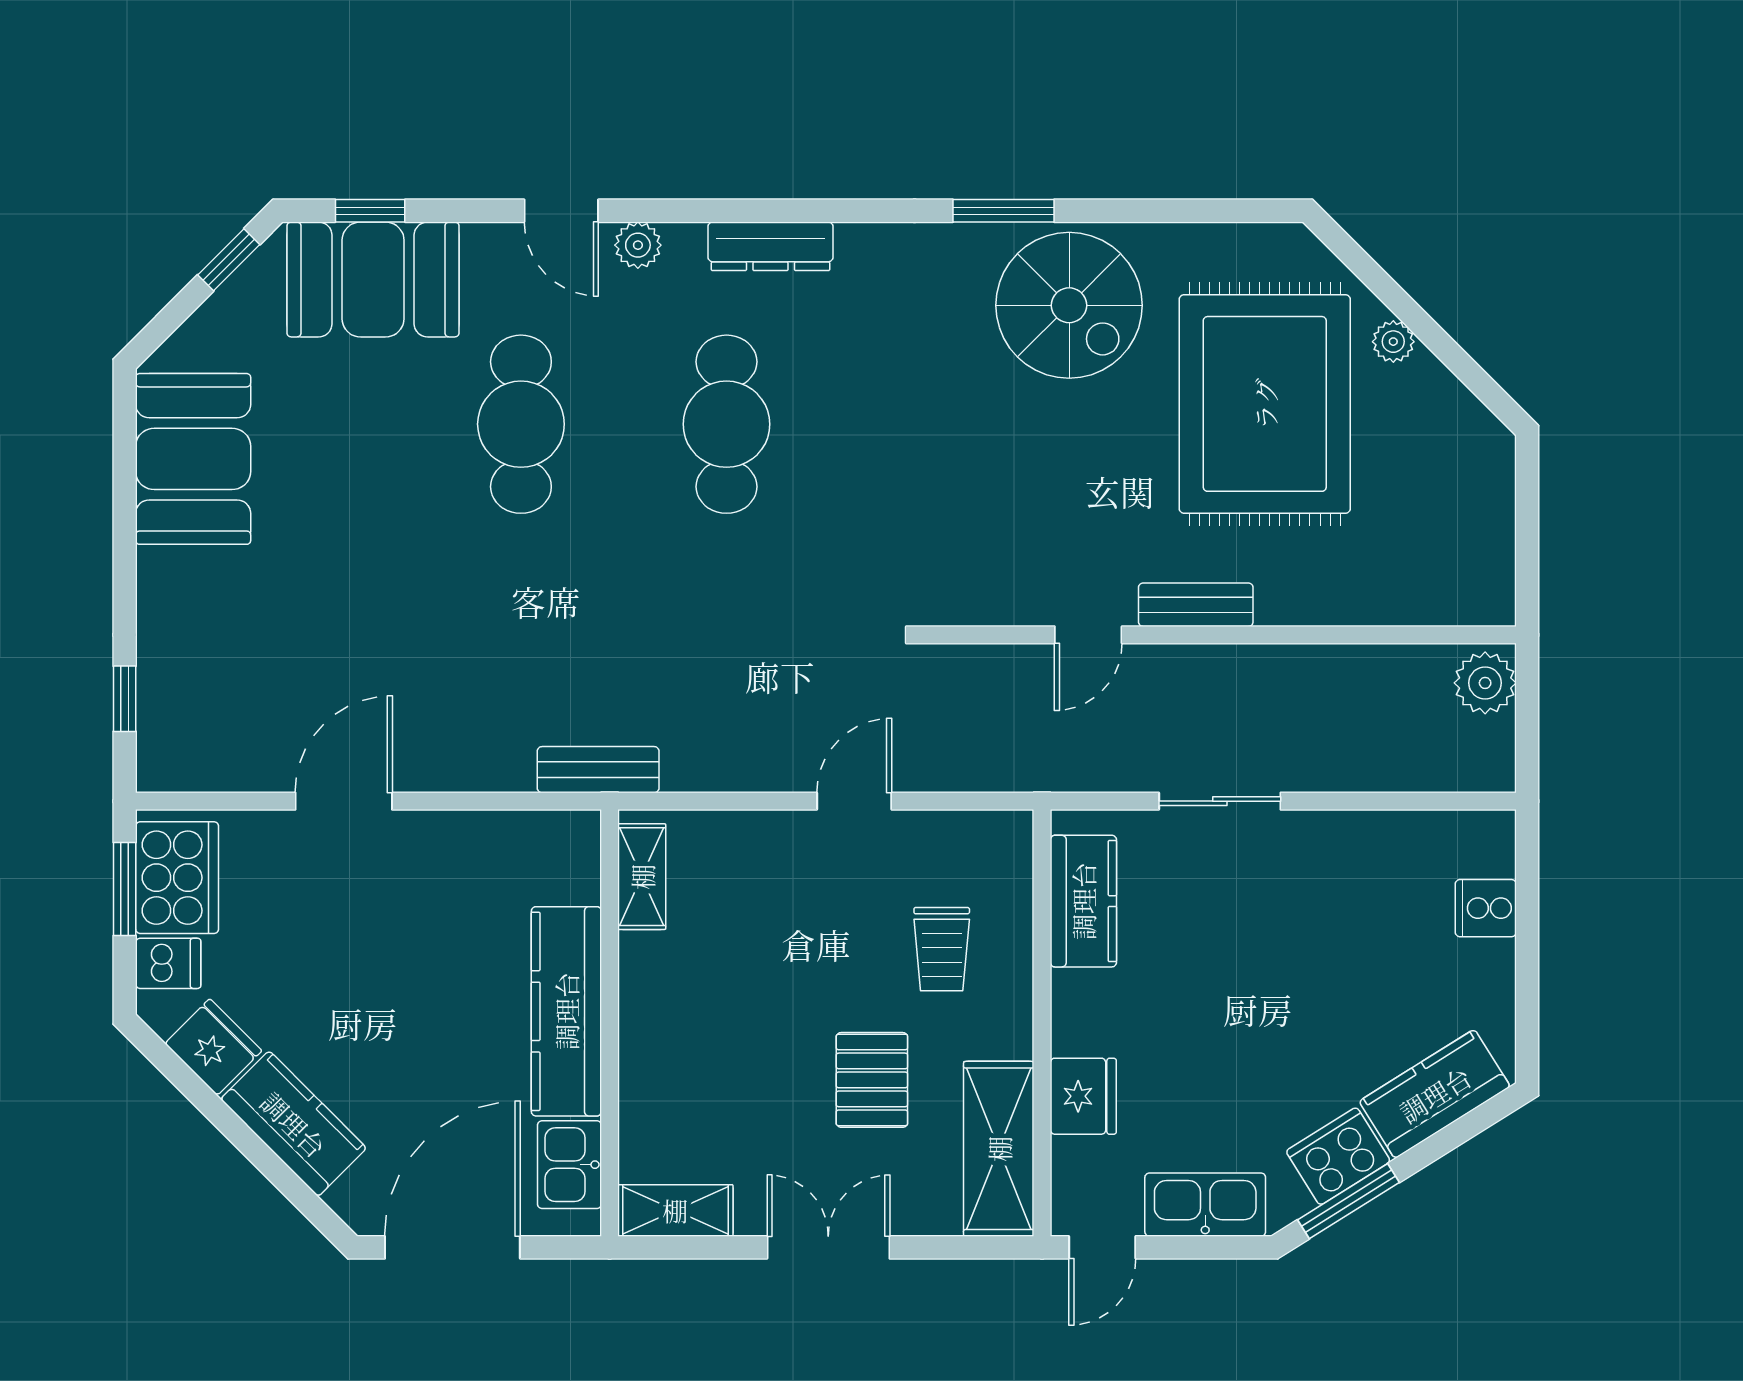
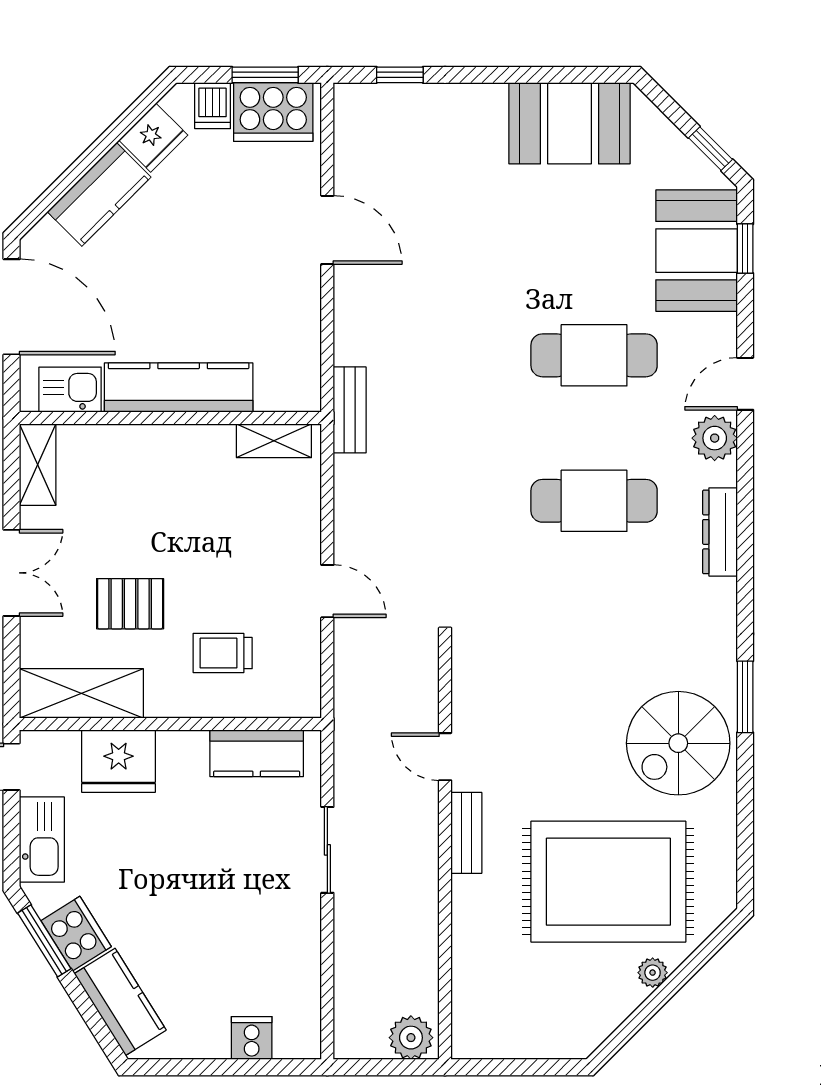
plant: (638, 245) -> (715, 438), width x1.38, depth x1.38
fridge: (1083, 1096) -> (119, 761), width x1.36, depth x1.34

